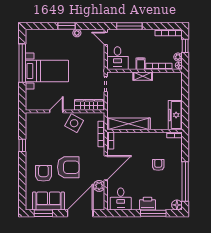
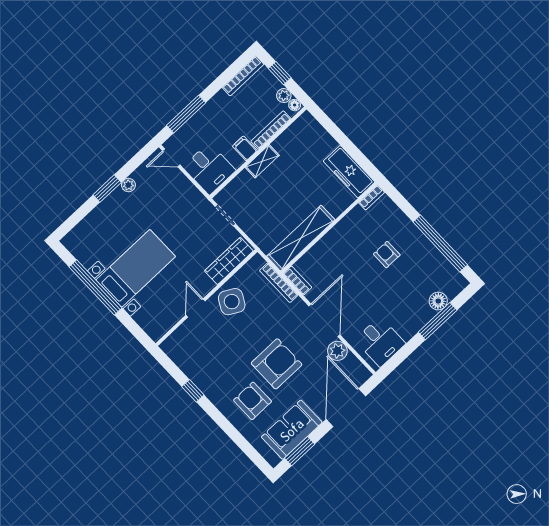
printer: (147, 204) -> (419, 316), removed
floor lamp: (177, 205) -> (438, 301), moved

